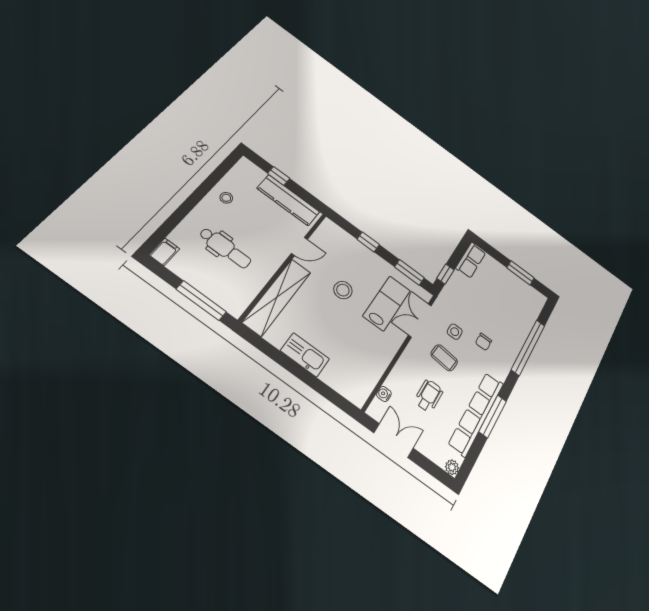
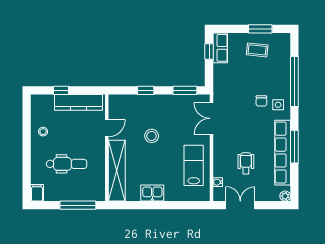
window: (445, 274) -> (209, 51), moved
lab bench: (387, 303) -> (194, 165), moved
side table: (455, 332) -> (278, 105), moved
kitchen sink: (305, 355) -> (152, 193), width x0.73
coffee table: (444, 358) -> (257, 50), moved

